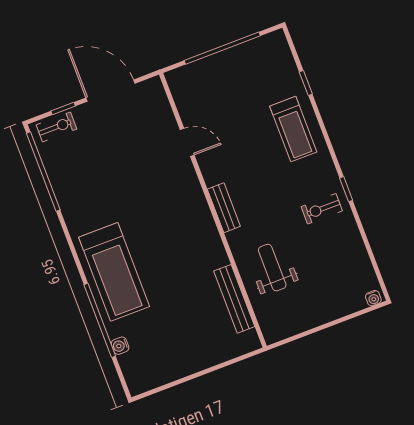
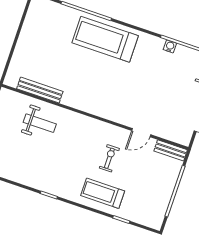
bench: (224, 208) -> (171, 150), moved
exercise bike: (322, 209) -> (109, 158), moved
water cooler: (120, 346) -> (170, 46), moved

